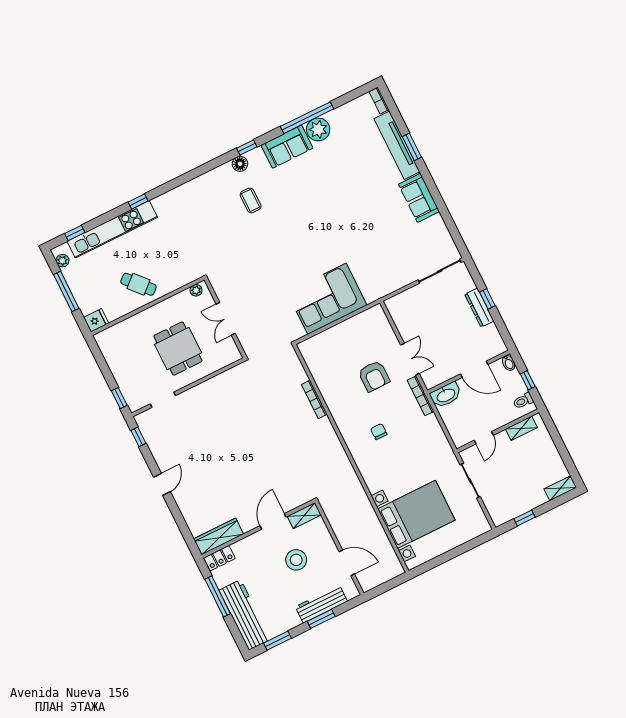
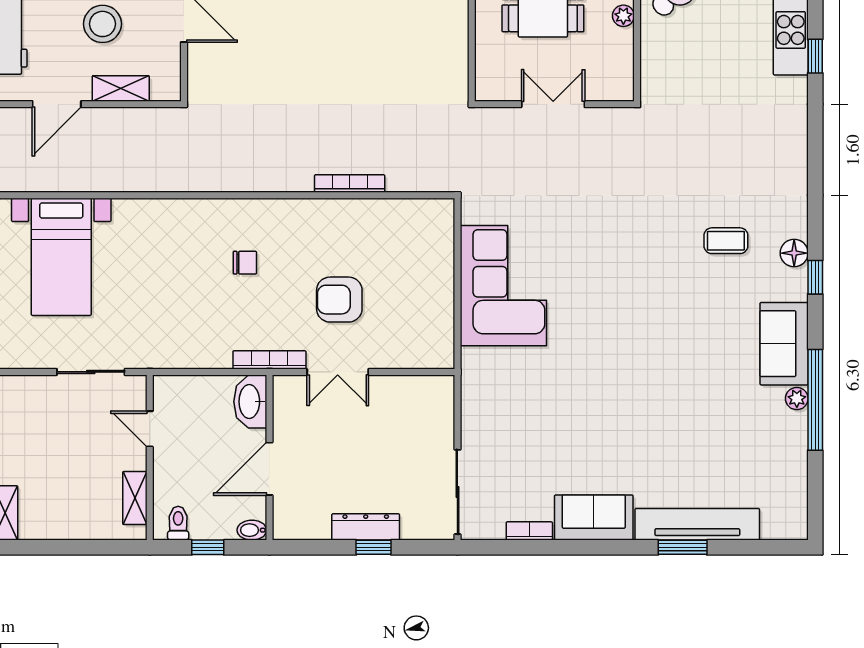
bookcase: (379, 101) -> (529, 531), moved
plant: (318, 129) -> (797, 399), width x0.53, depth x0.53
plant: (196, 290) -> (623, 16), moved
bed with nightstands: (416, 514) -> (61, 257), width x0.73
shelving: (304, 516) -> (121, 88), moved, turned 90

